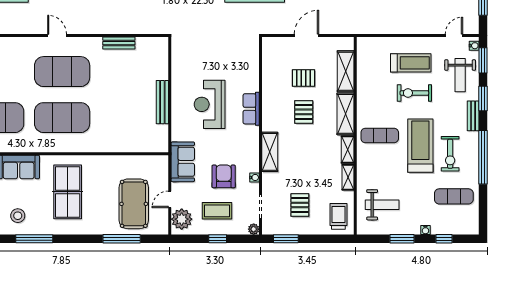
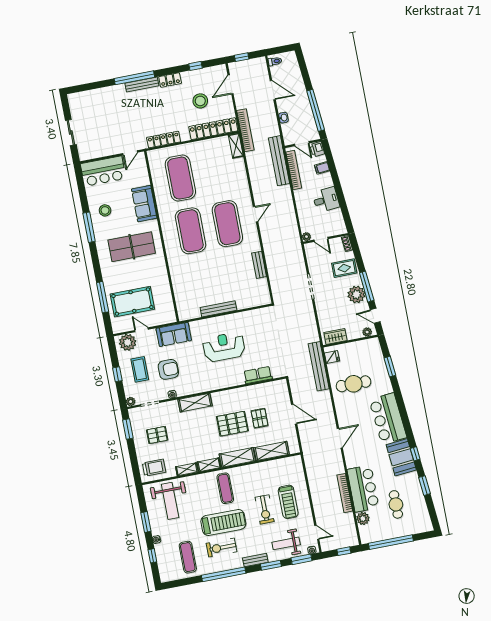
exercise bike: (414, 93) -> (265, 509), turned 180
row of seats: (251, 109) -> (258, 375), moved
pallet: (304, 112) -> (232, 424), width x1.50, depth x1.42
weight bench: (382, 205) -> (170, 501), width x1.36, depth x1.33

